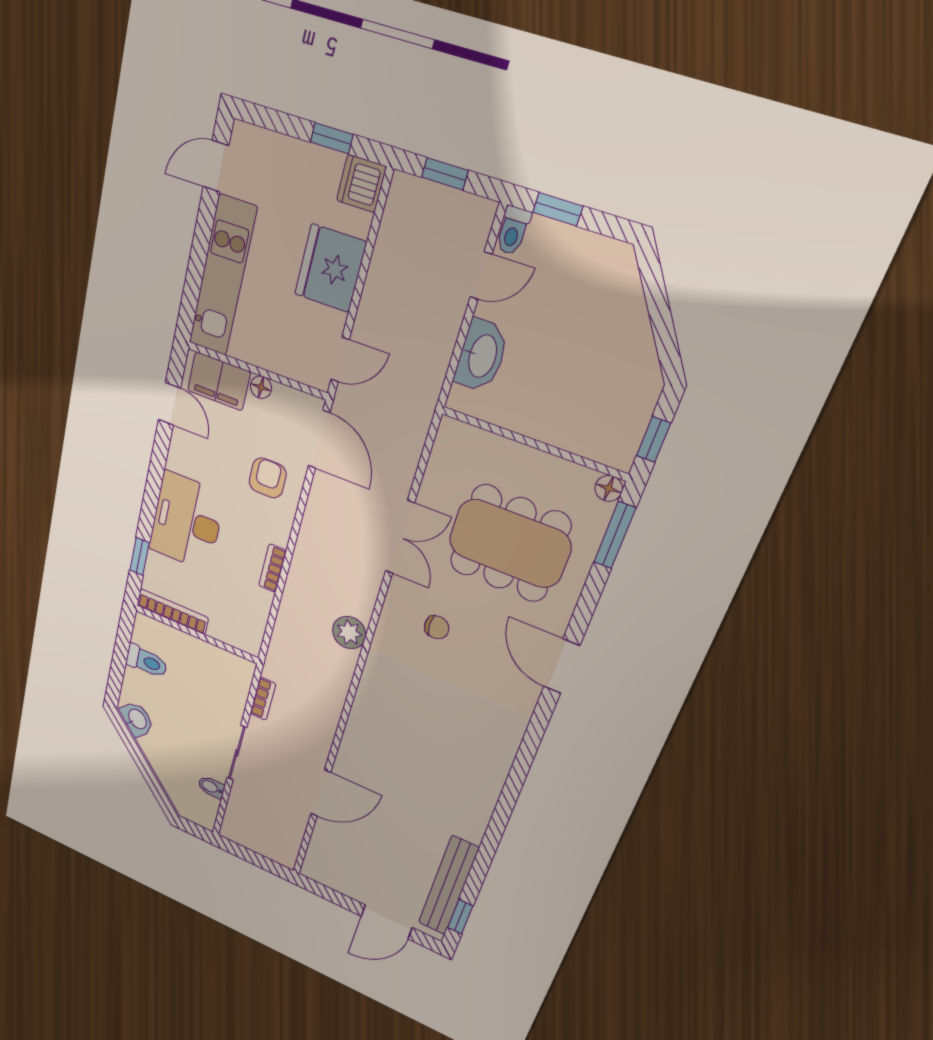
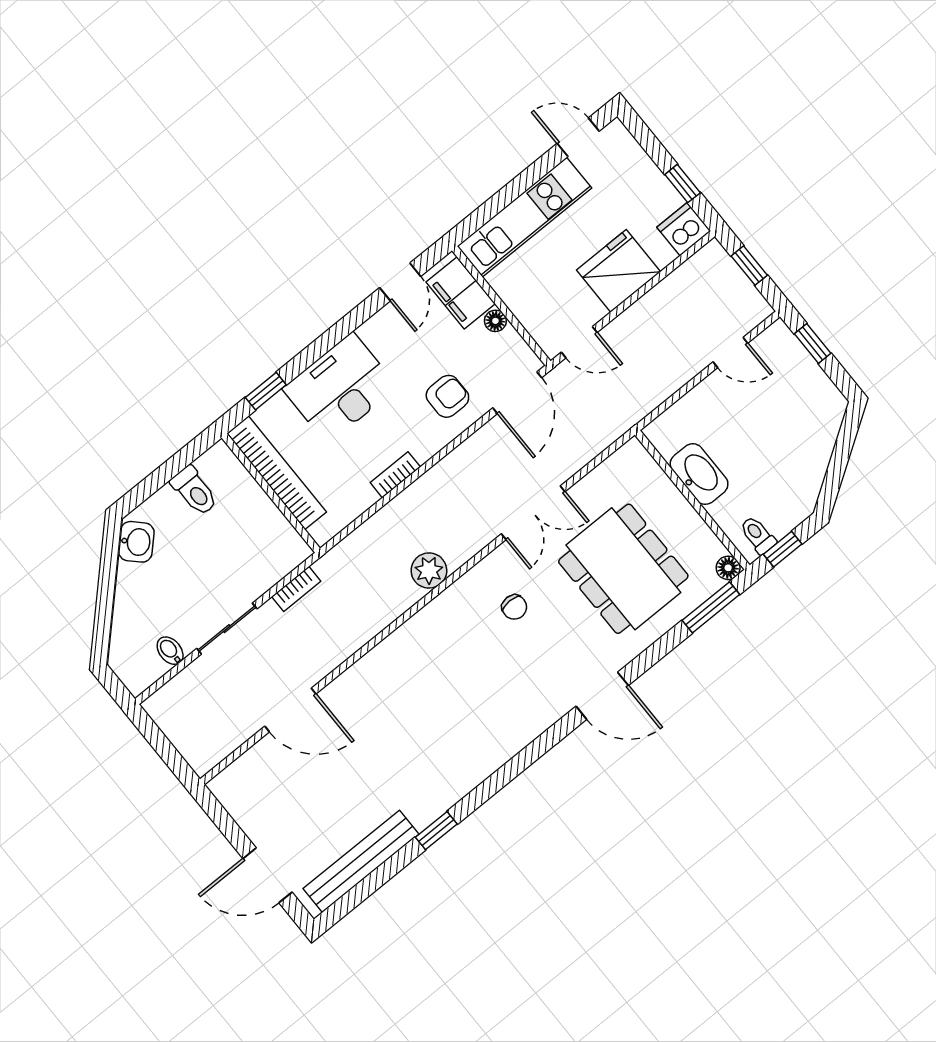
toilet: (513, 231) -> (758, 535), moved, turned 90
washbasin: (481, 356) -> (699, 474), moved, turned -90
bookcase: (172, 612) -> (277, 473), width x1.48, depth x1.31
door: (562, 666) -> (602, 696), swing flipped
window: (460, 917) -> (436, 831), moved

